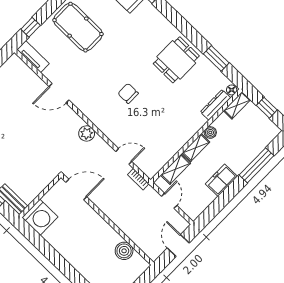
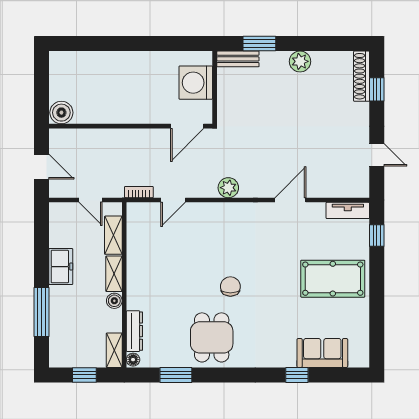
chair: (128, 93) -> (230, 286), moved, turned -90
washing machine: (40, 217) -> (196, 83), moved
boiler: (124, 251) -> (61, 113), moved

